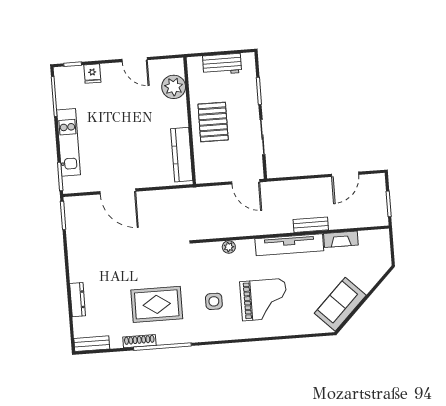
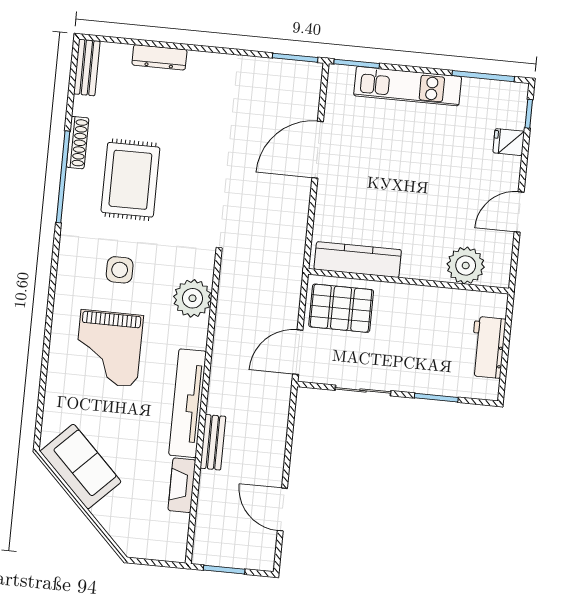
pallet: (213, 122) -> (341, 308), moved
plant: (229, 247) -> (192, 298), width x1.88, depth x1.88

